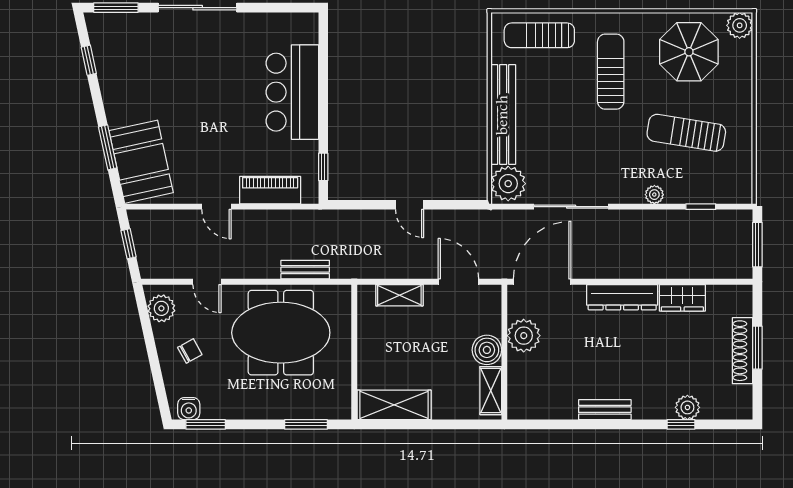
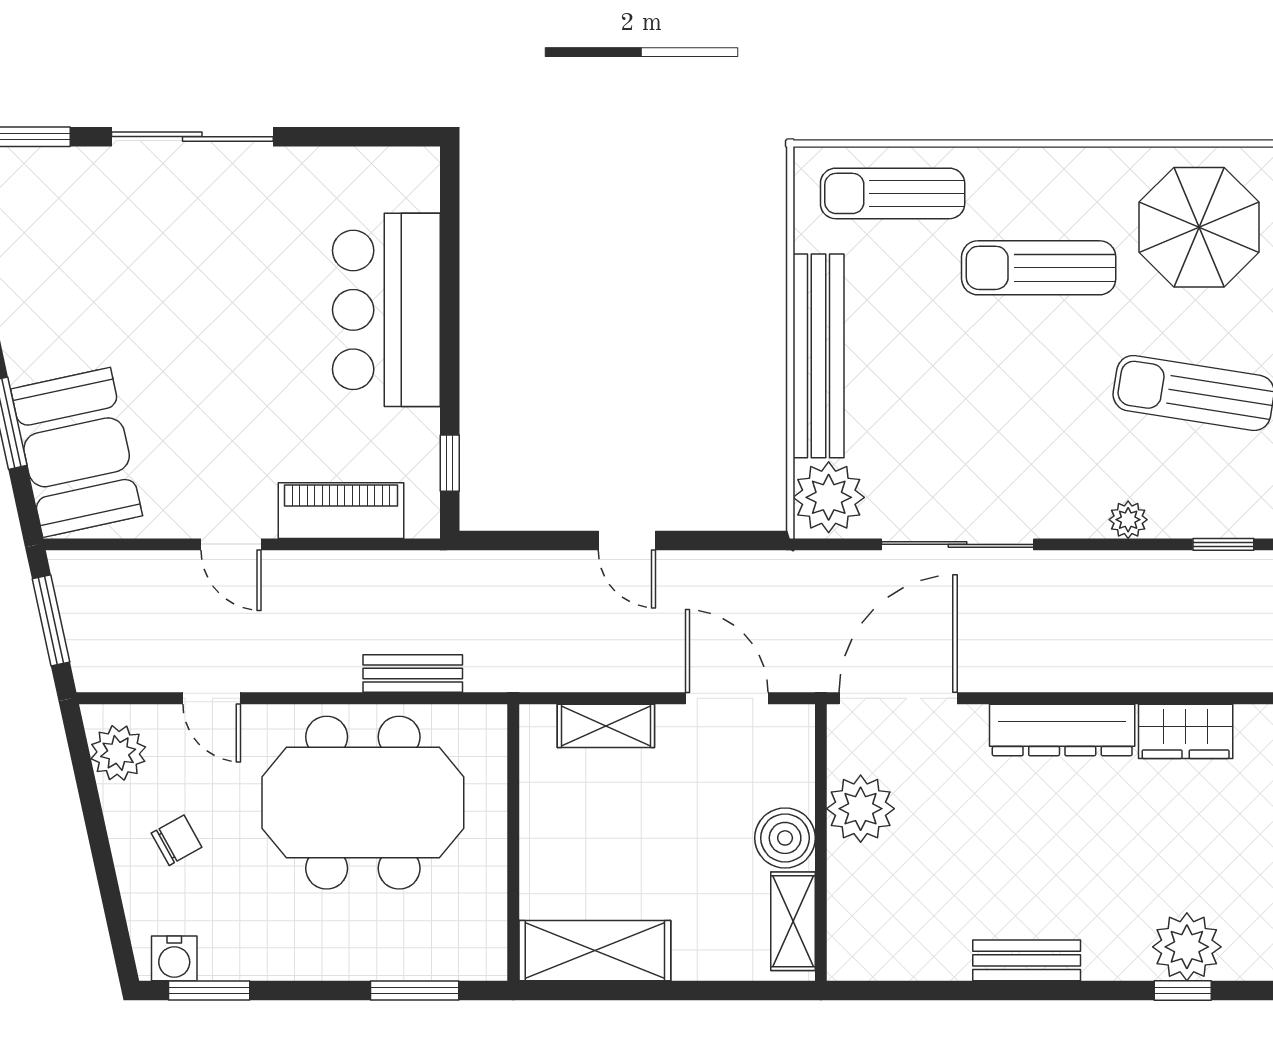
sun lounger: (611, 72) -> (1039, 268), turned -90
window: (129, 244) -> (51, 620), width x1.50
plant: (687, 407) -> (1187, 947), width x1.36, depth x1.36

